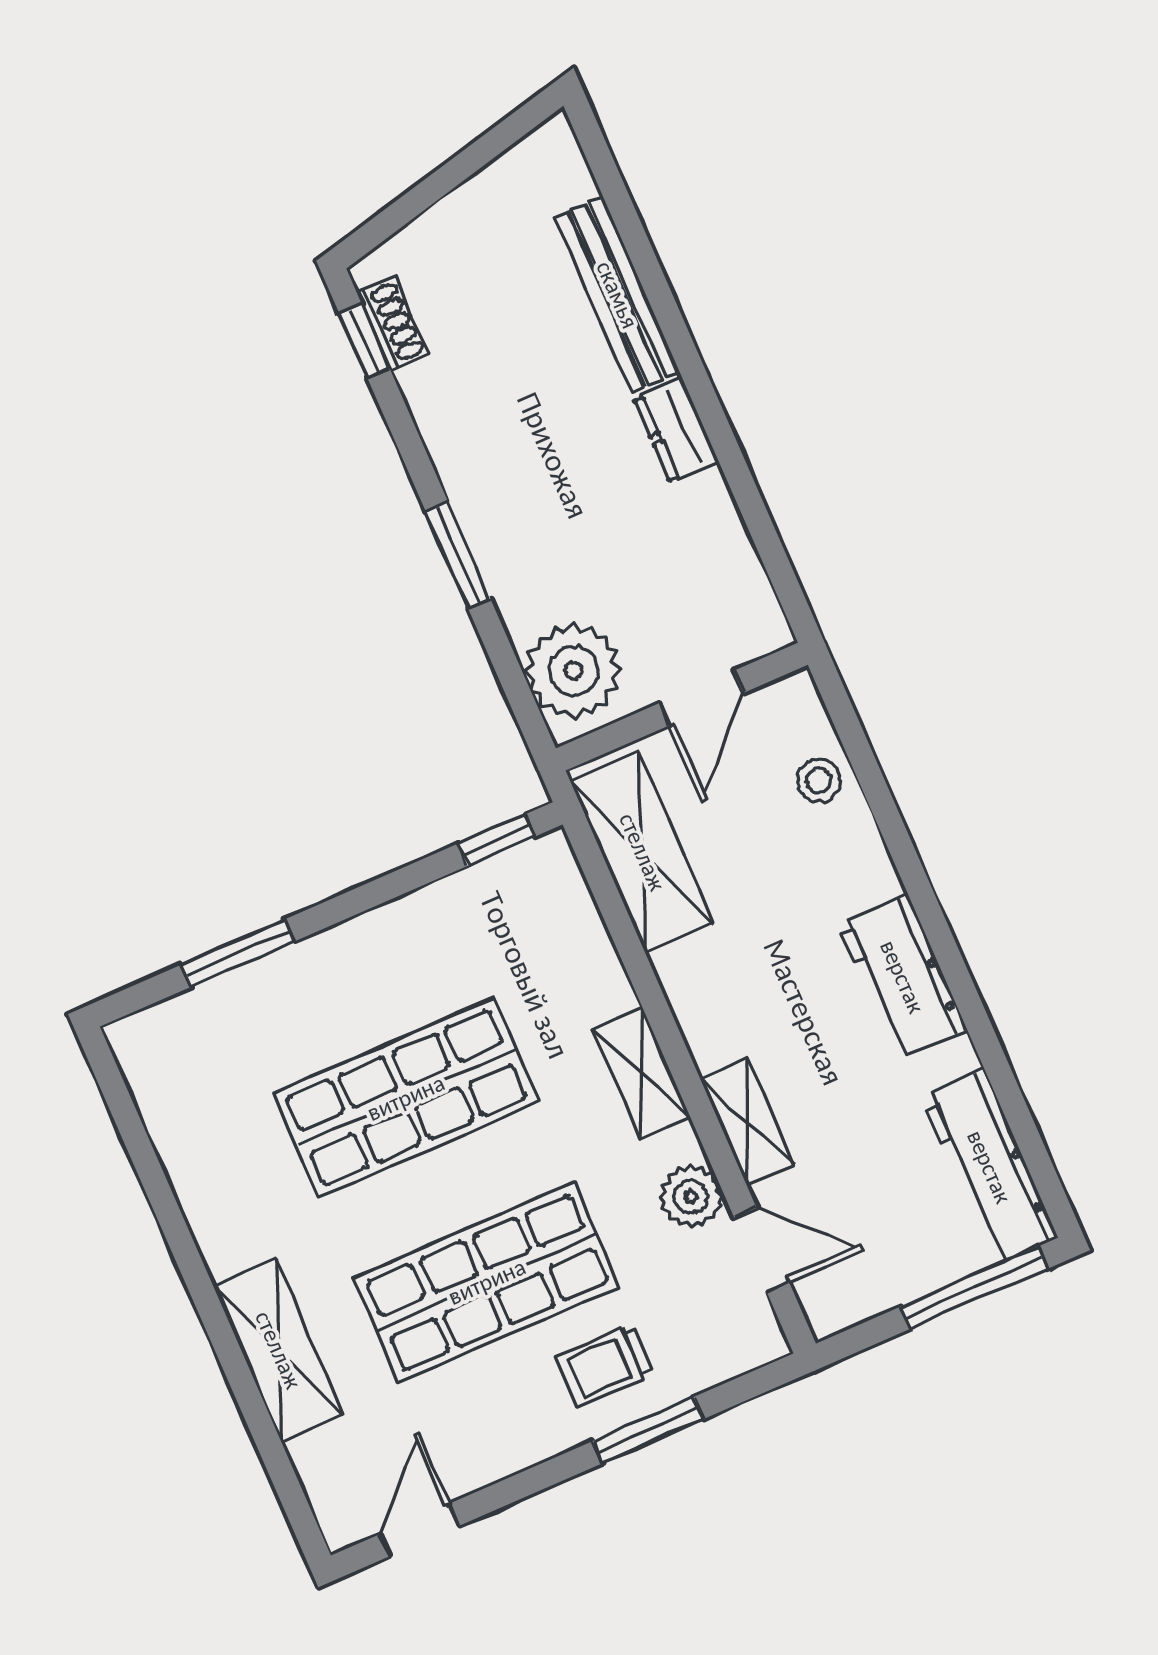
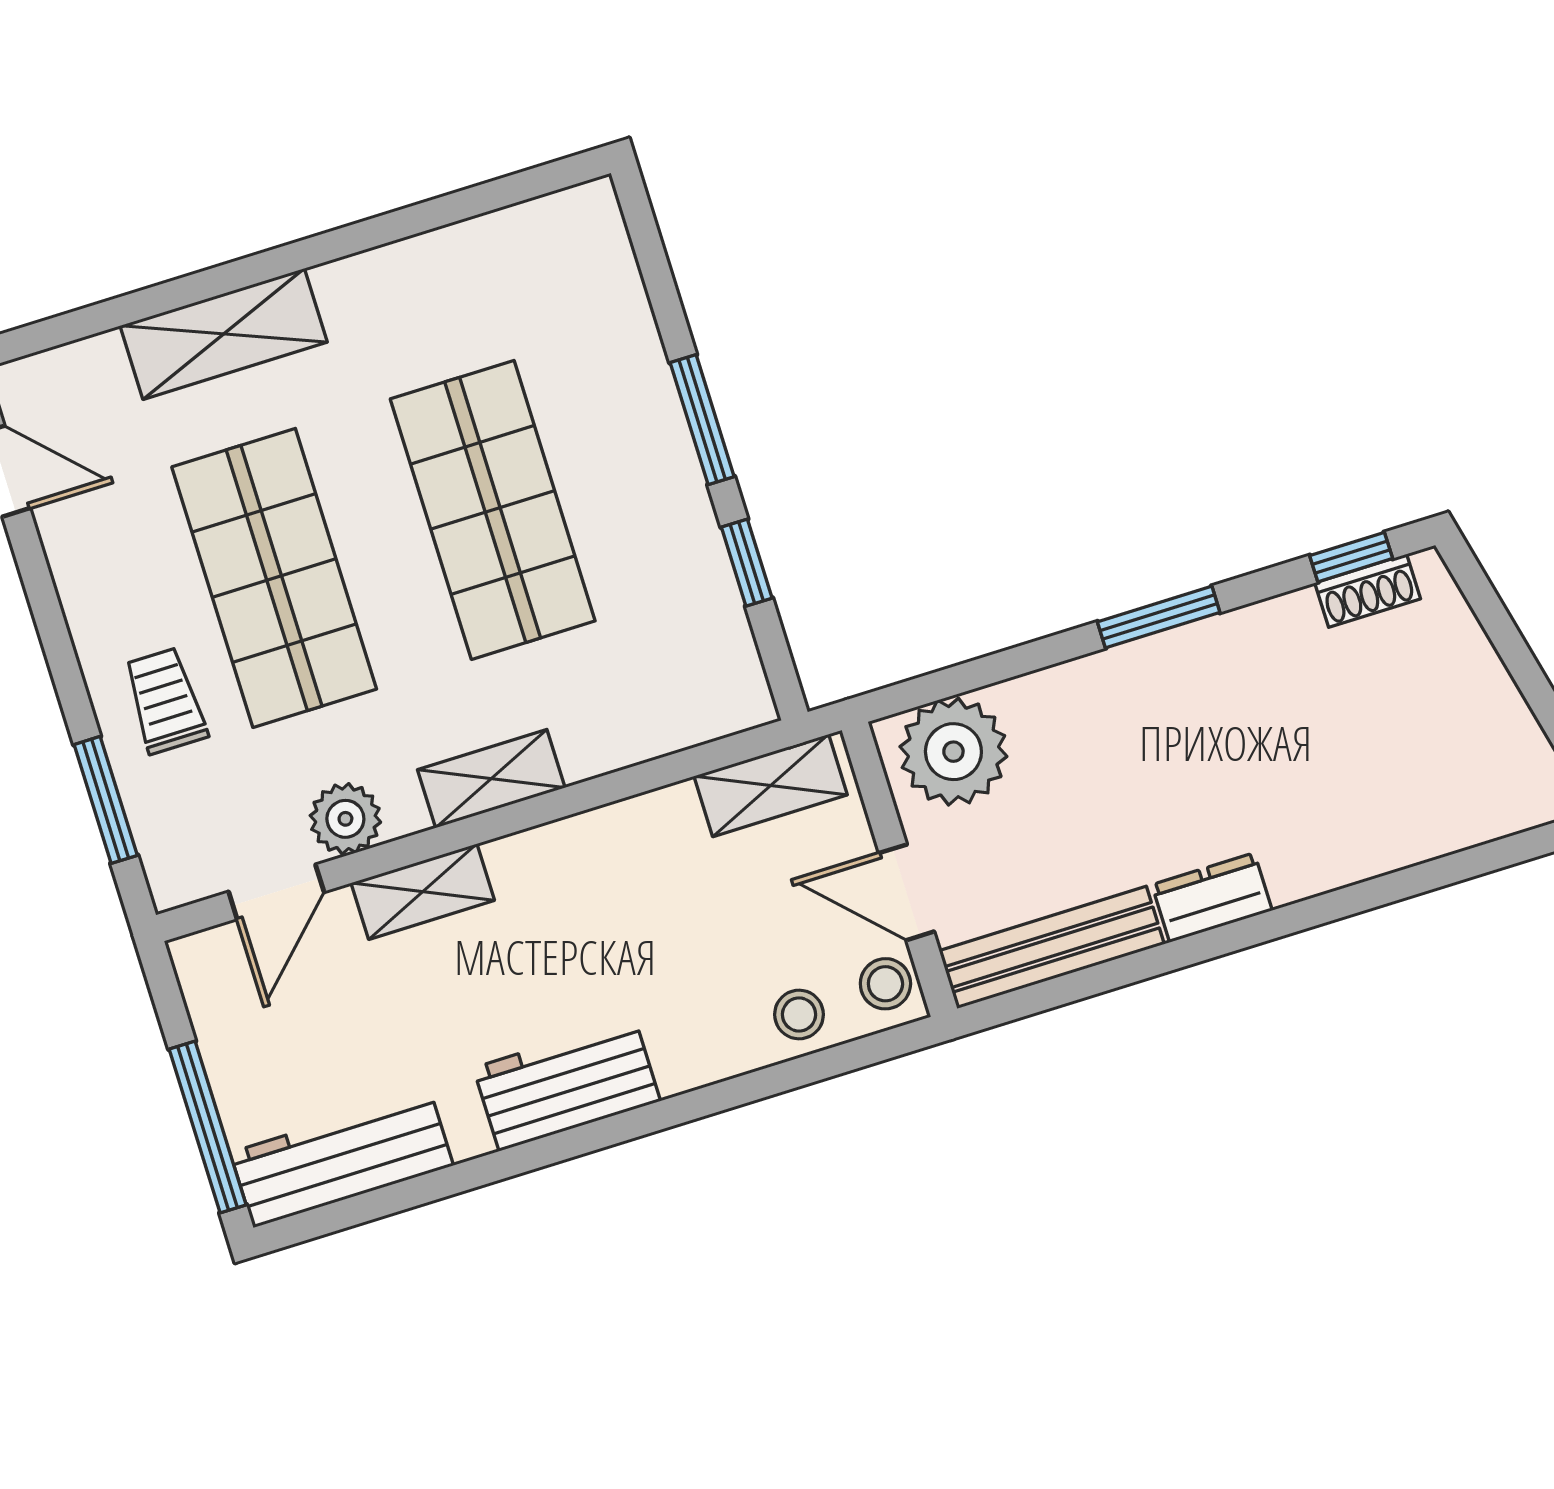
bench: (617, 295) -> (1052, 947), moved
window: (458, 555) -> (1159, 617), moved
stool: (783, 708) -> (885, 984), added
window: (496, 840) -> (747, 563), moved
shelving: (642, 852) -> (771, 785), width x0.67, depth x0.75
window: (238, 953) -> (702, 420), moved
window: (648, 1430) -> (106, 800), moved

